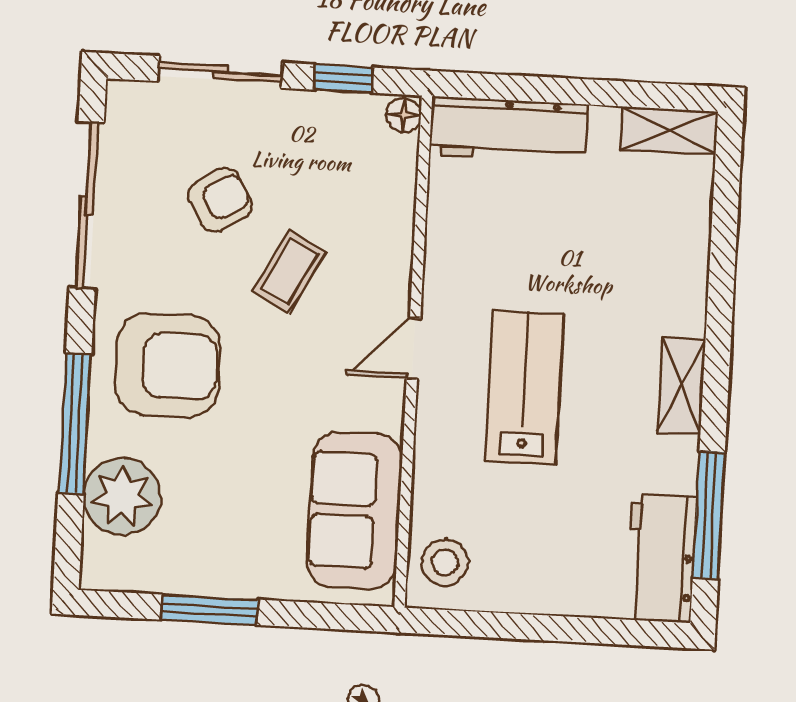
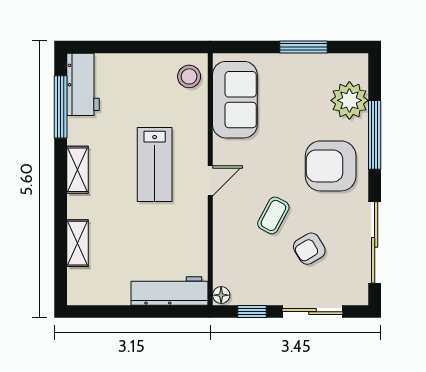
shelving: (669, 130) -> (77, 243), moved, turned 90

